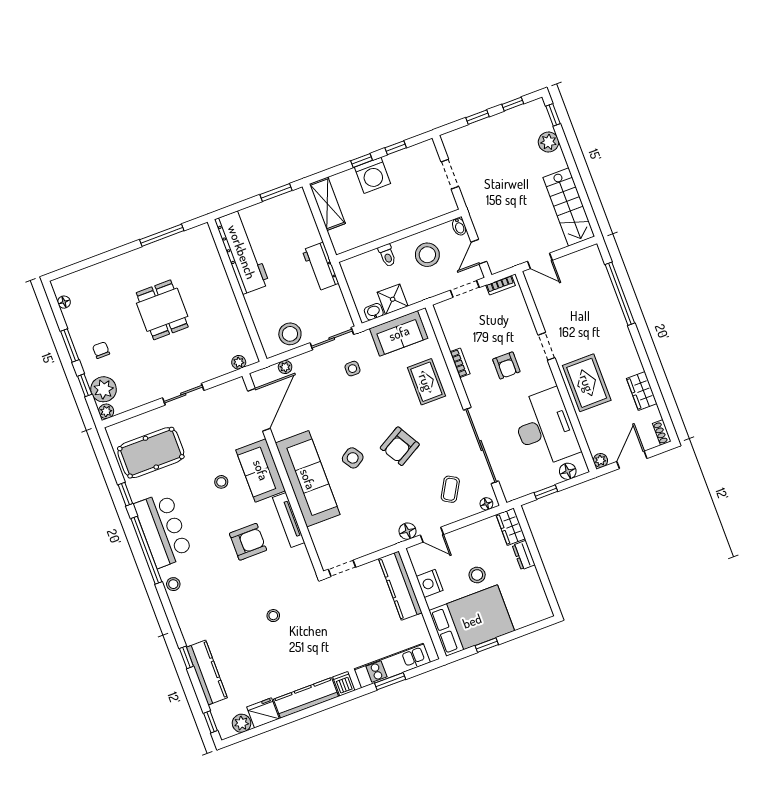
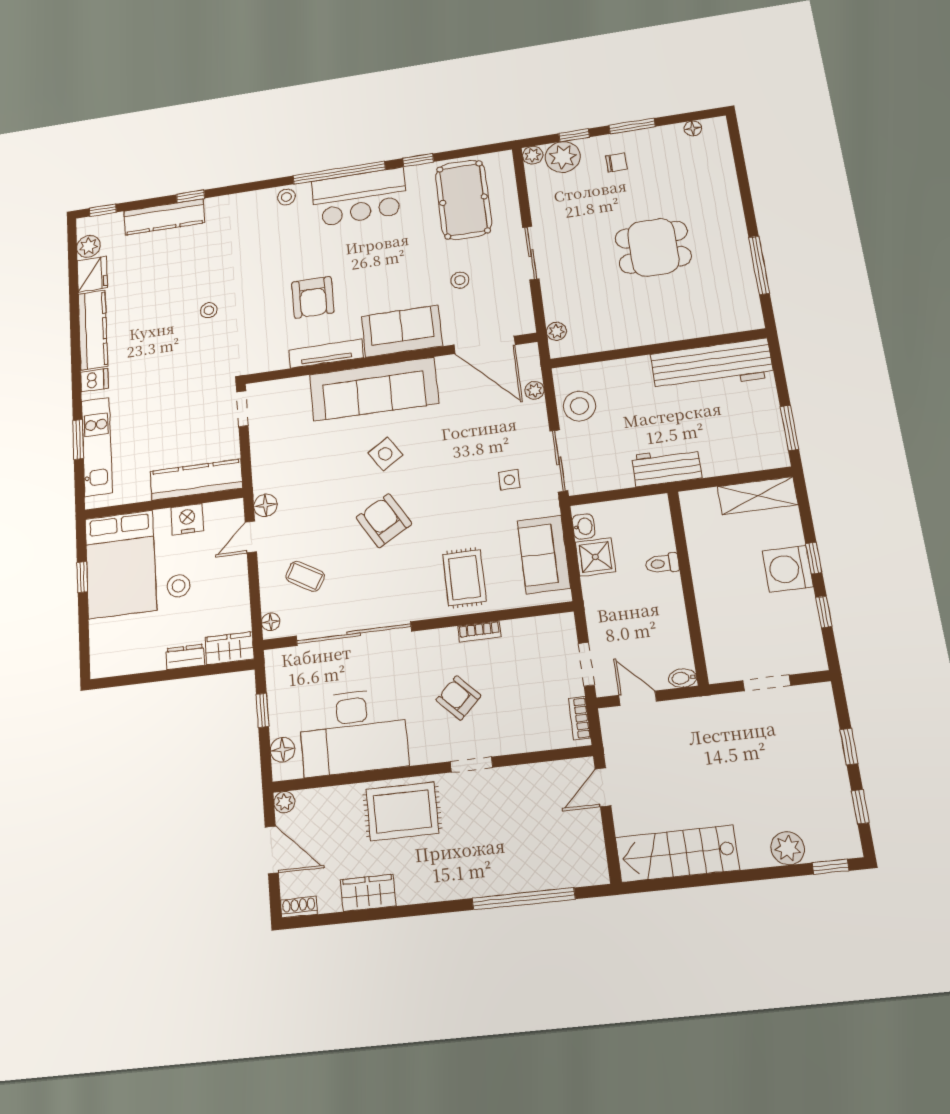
stool: (427, 255) -> (650, 621), removed
armchair: (506, 365) -> (458, 698), turned 46
rug: (426, 382) -> (464, 578), turned 90
stool: (221, 482) -> (460, 280), moved

